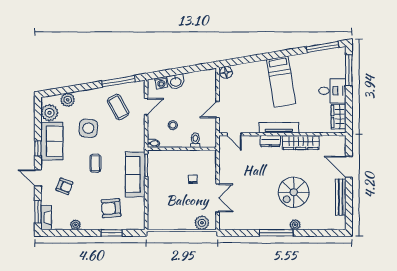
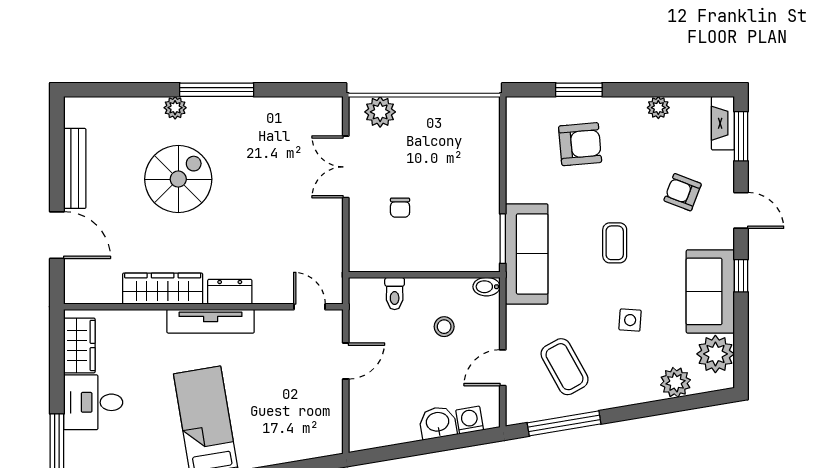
floor lamp: (226, 72) -> (327, 443), removed
side table: (88, 128) -> (630, 320), width x0.54, depth x0.54
sofa: (135, 174) -> (527, 254), moved

